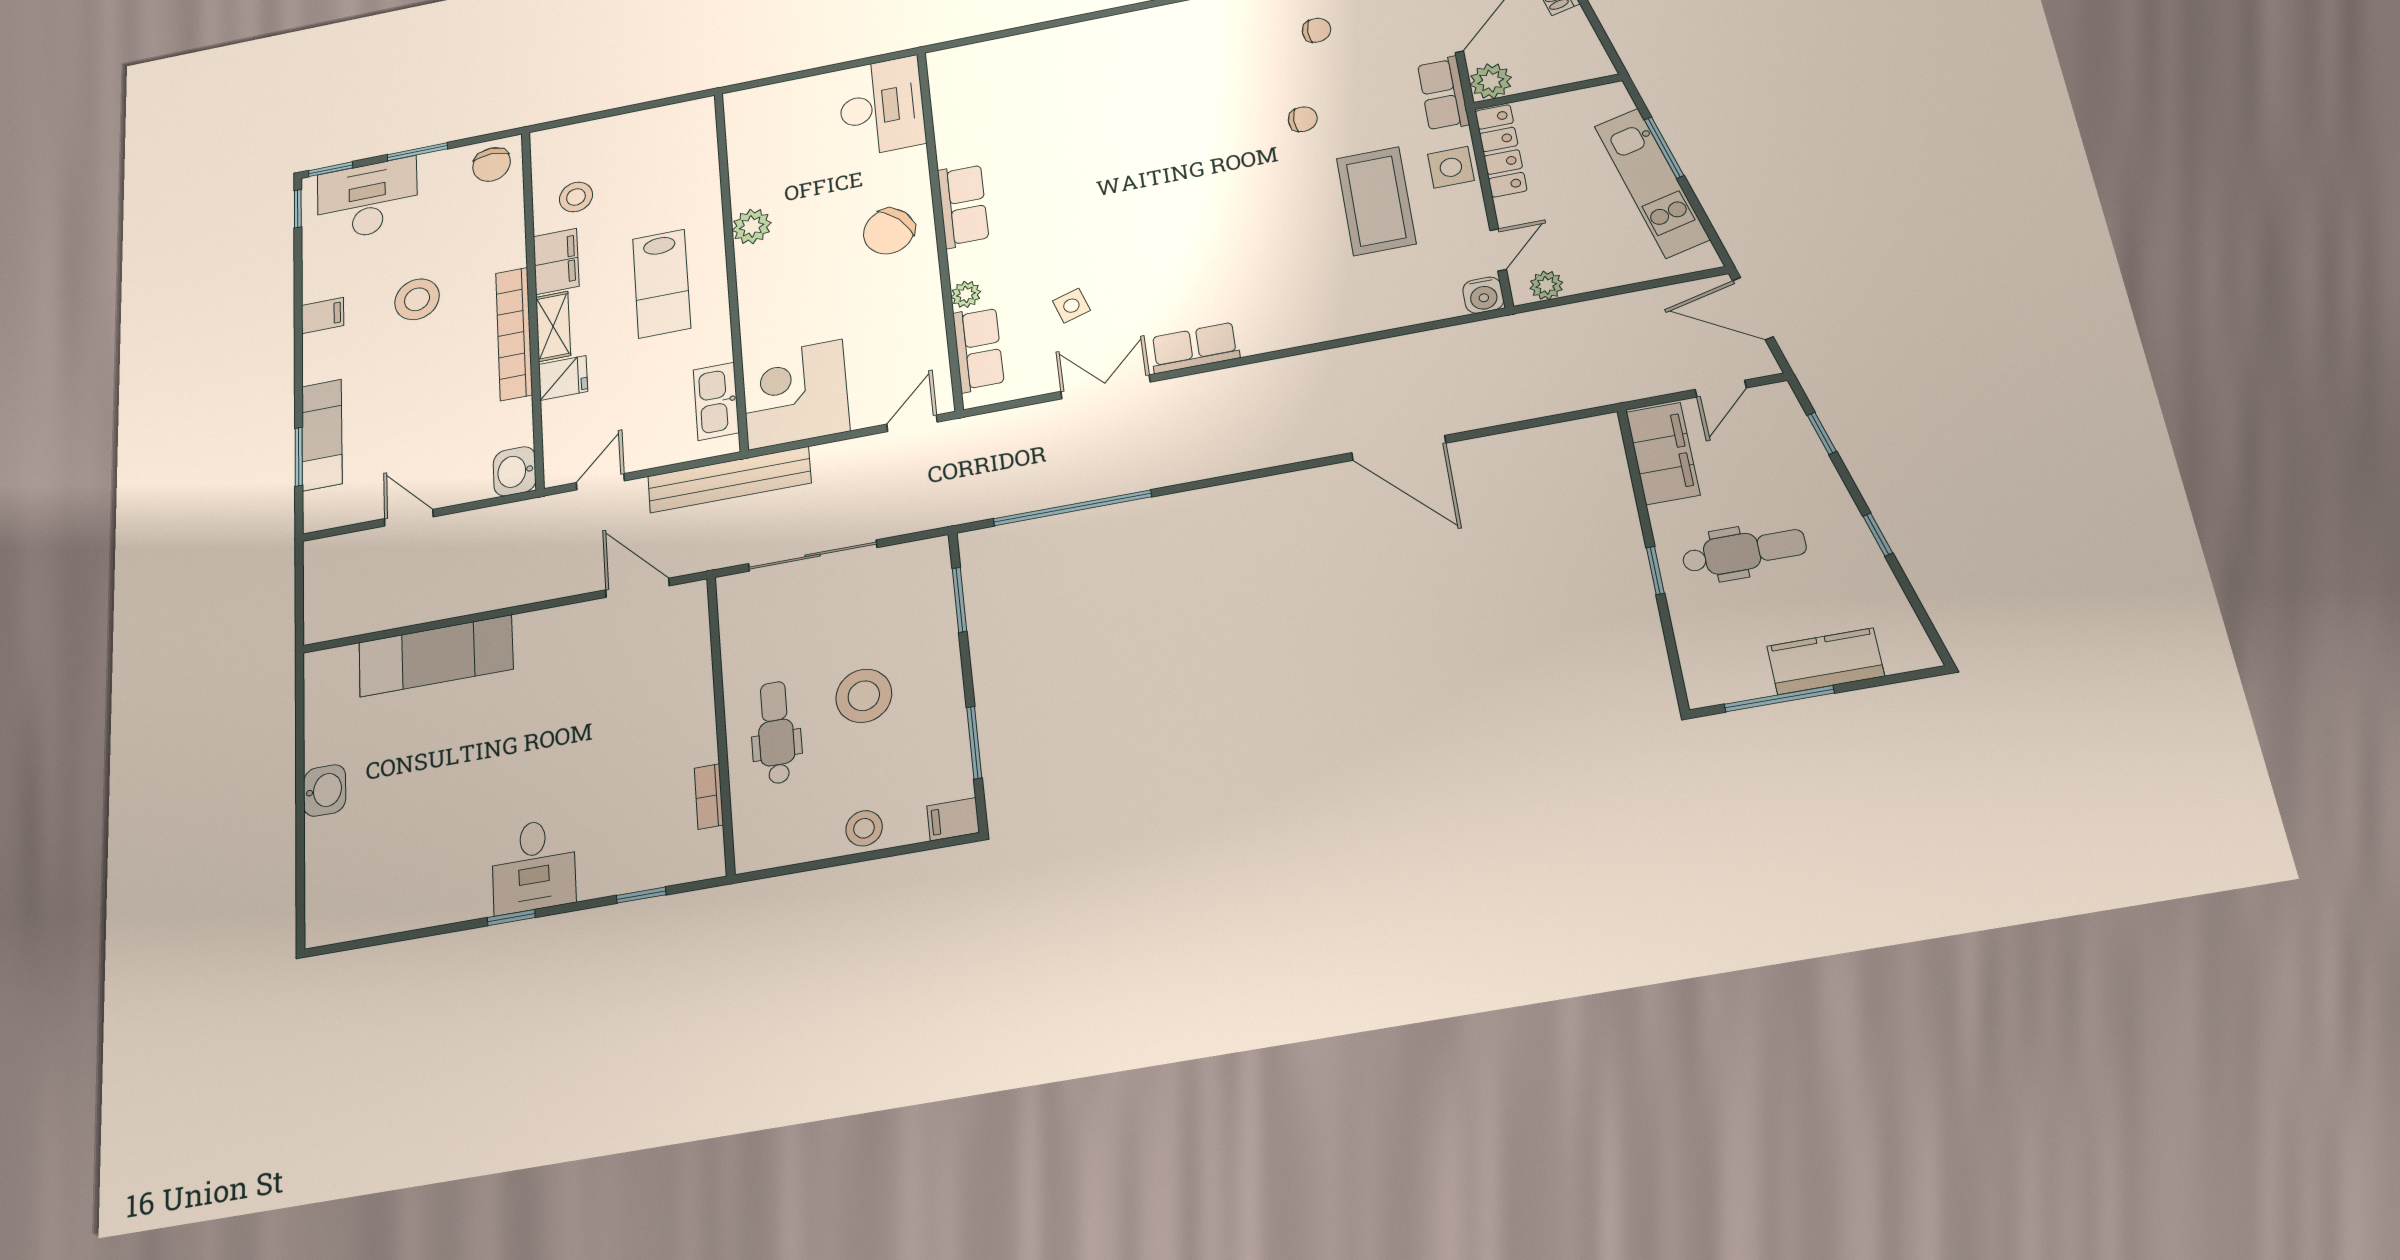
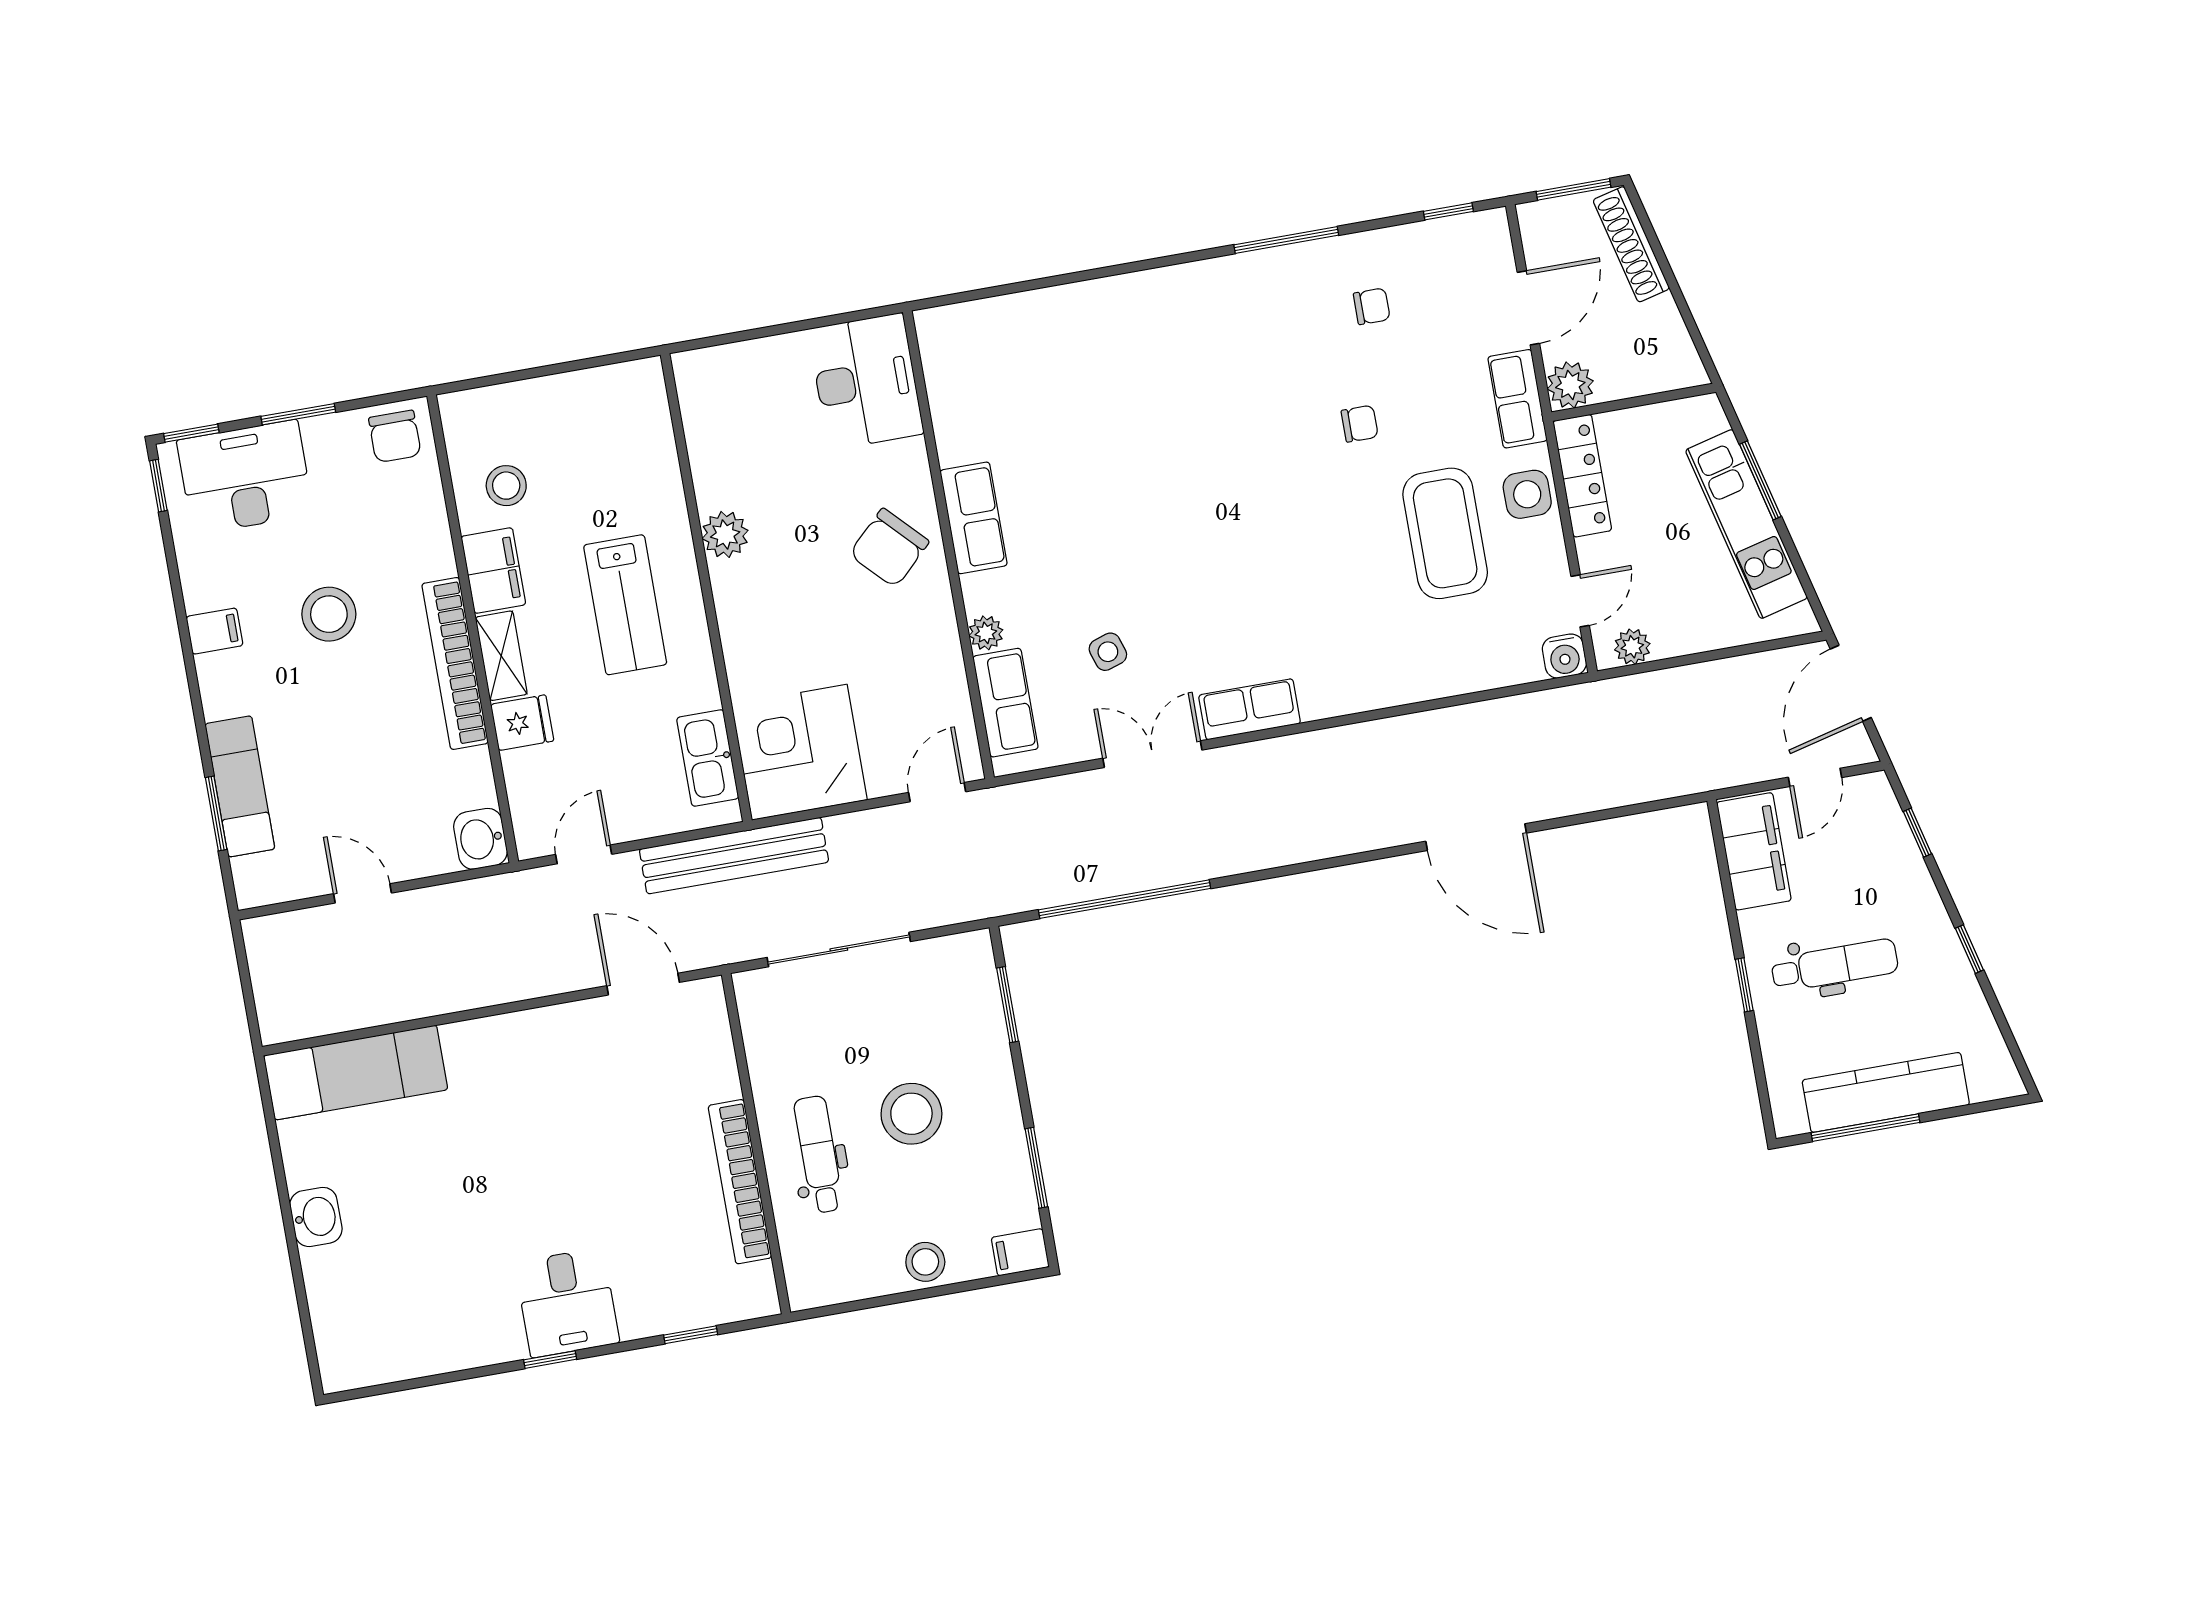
door: (1753, 309) -> (1851, 683), hinge flipped
exam couch: (436, 656) -> (356, 1073), moved
kitchen counter: (1825, 661) -> (1886, 1092), width x1.50
bookcase: (709, 796) -> (740, 1182), width x2.31, depth x1.31

